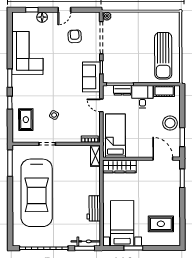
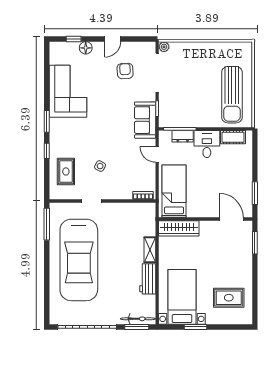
stool: (170, 123) -> (240, 176), removed
shelving: (95, 156) -> (150, 250), moved

